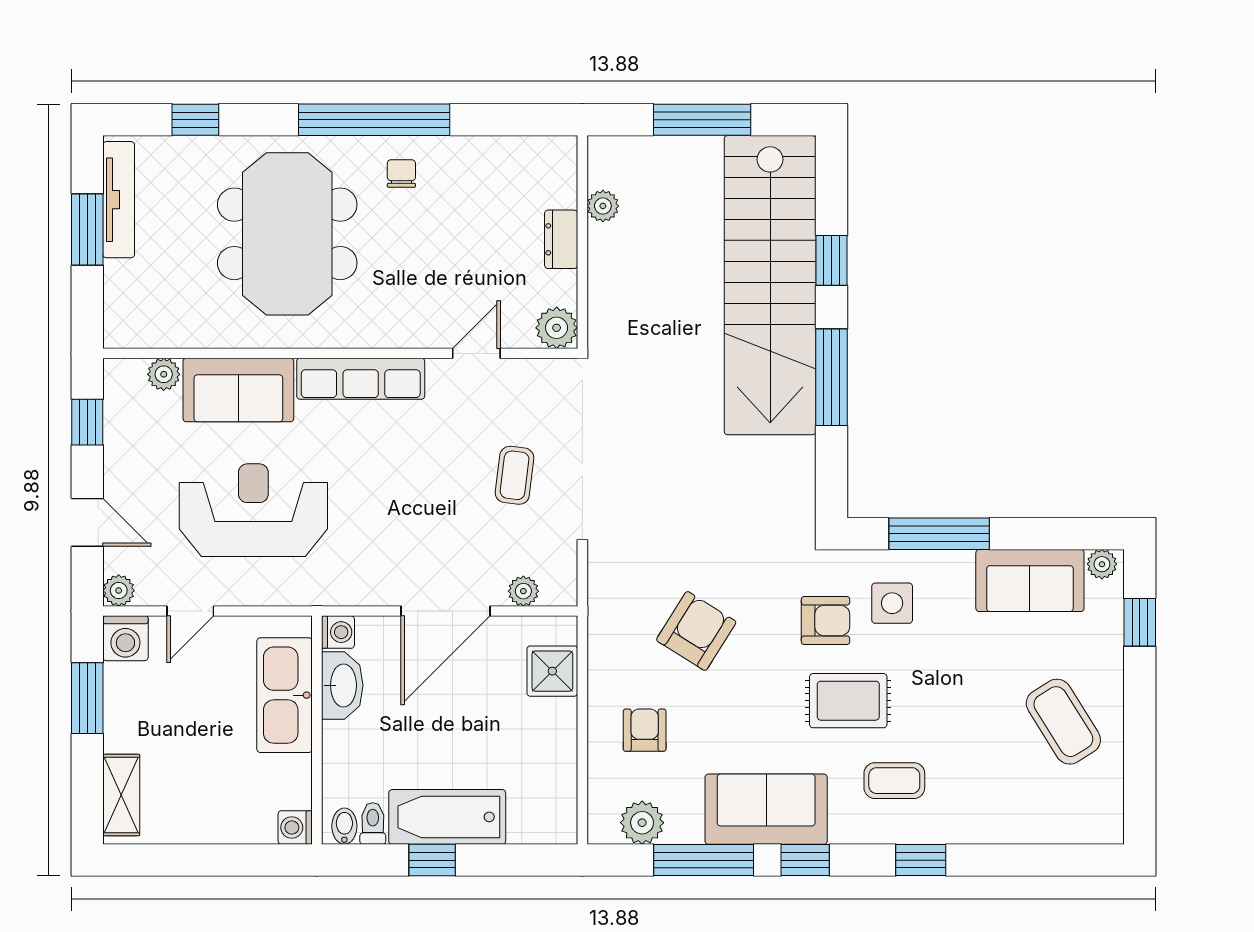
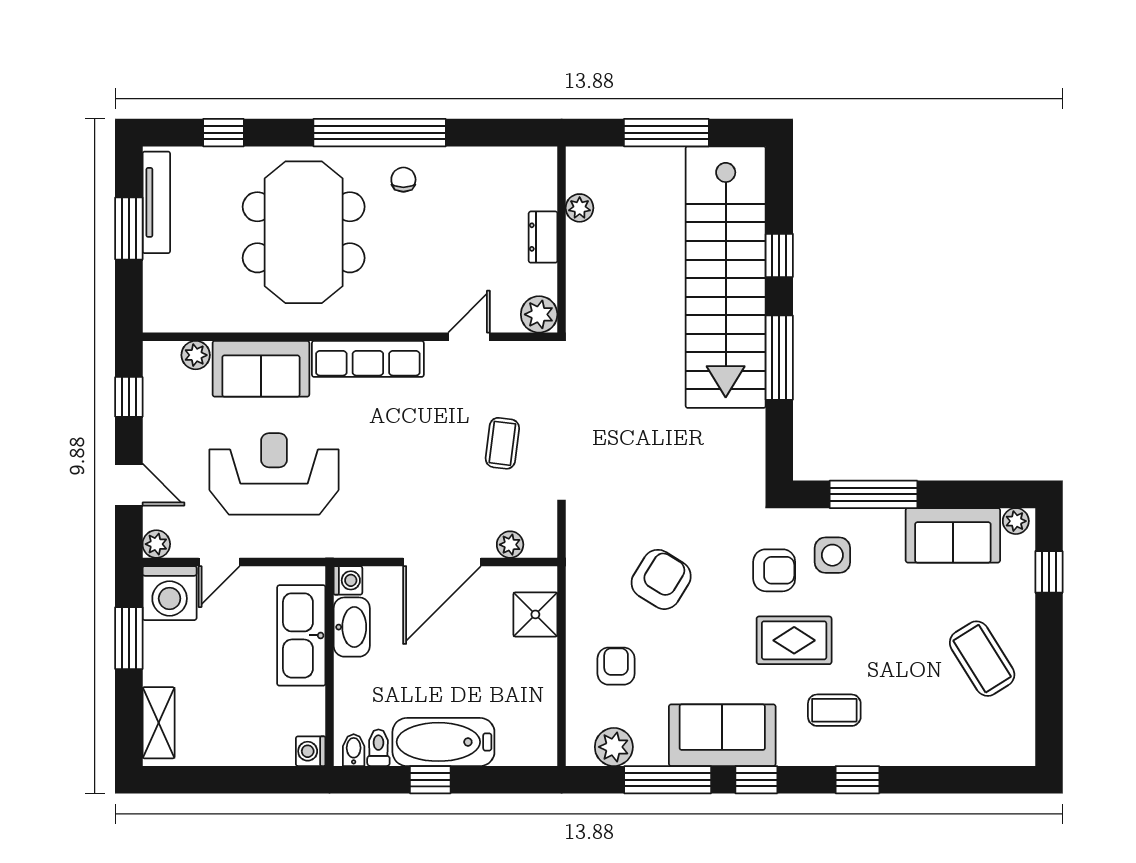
washing machine: (125, 638) -> (170, 593), width x1.37, depth x1.37

